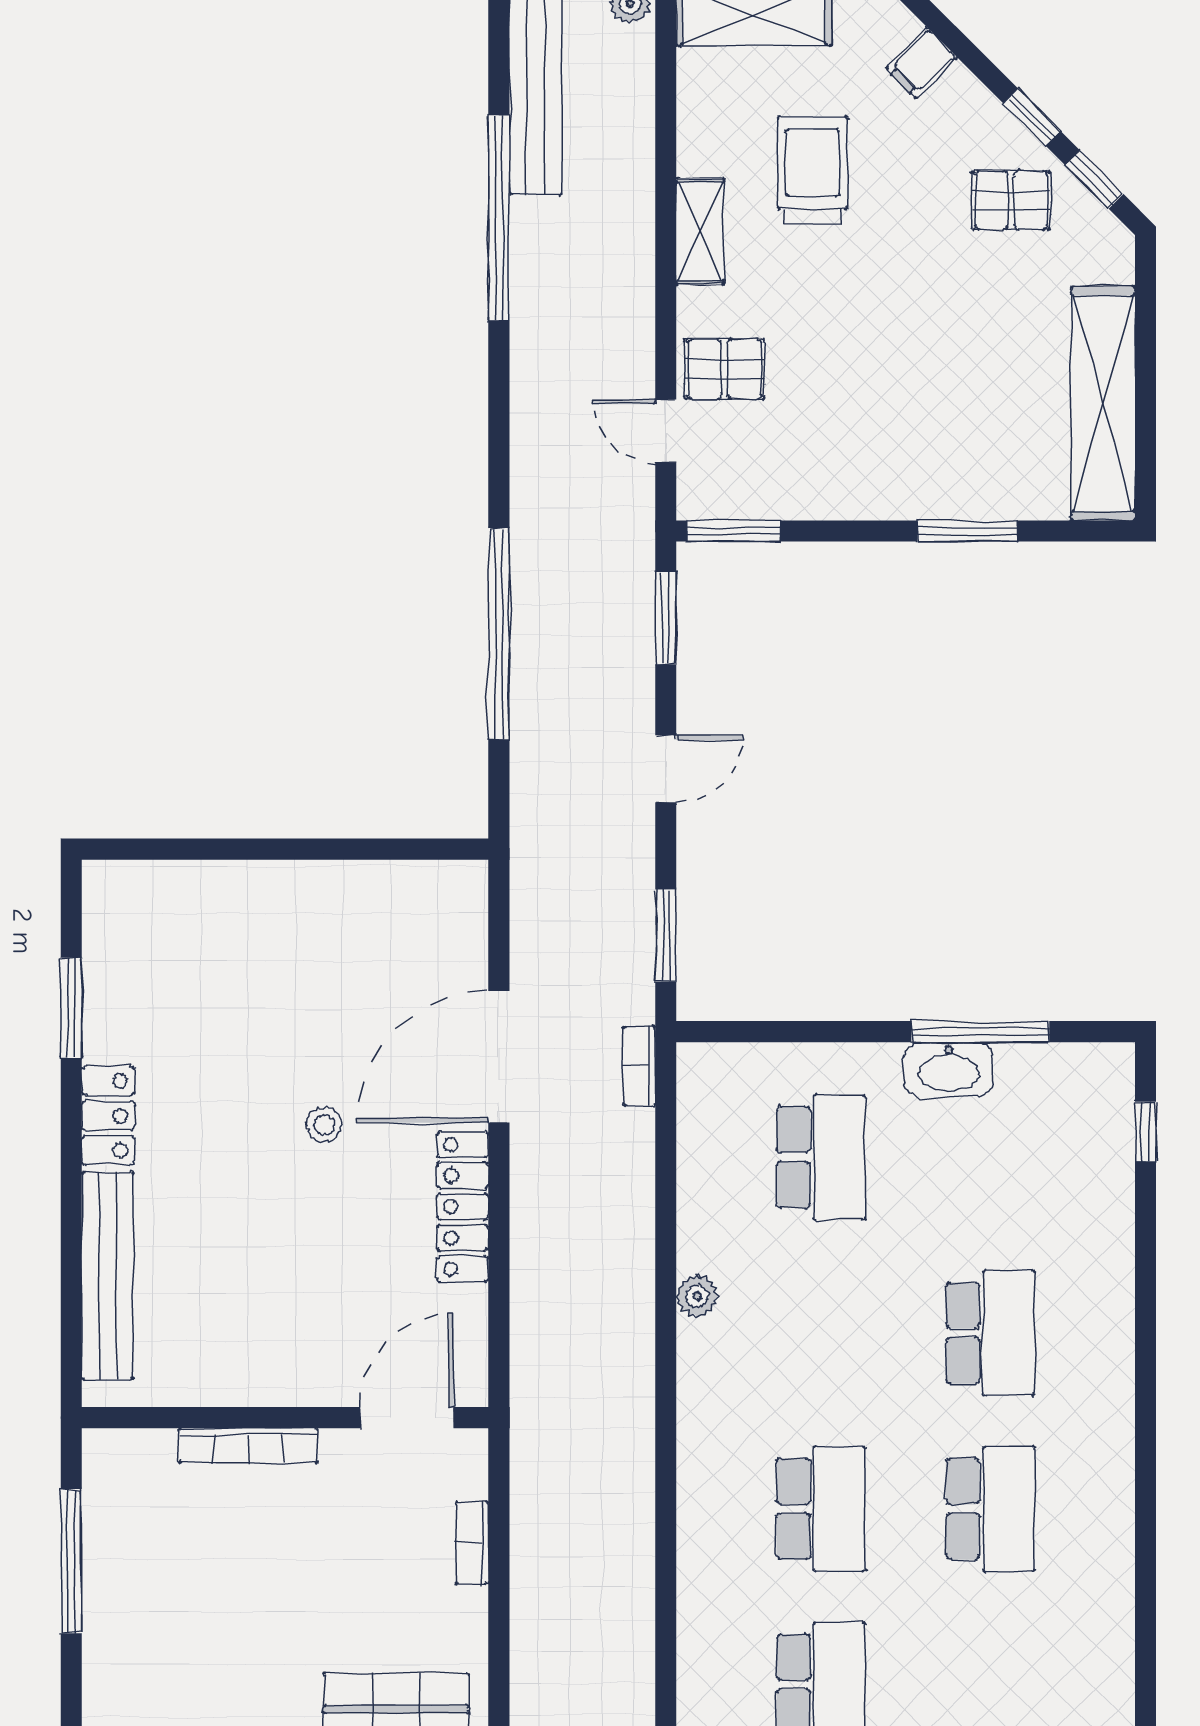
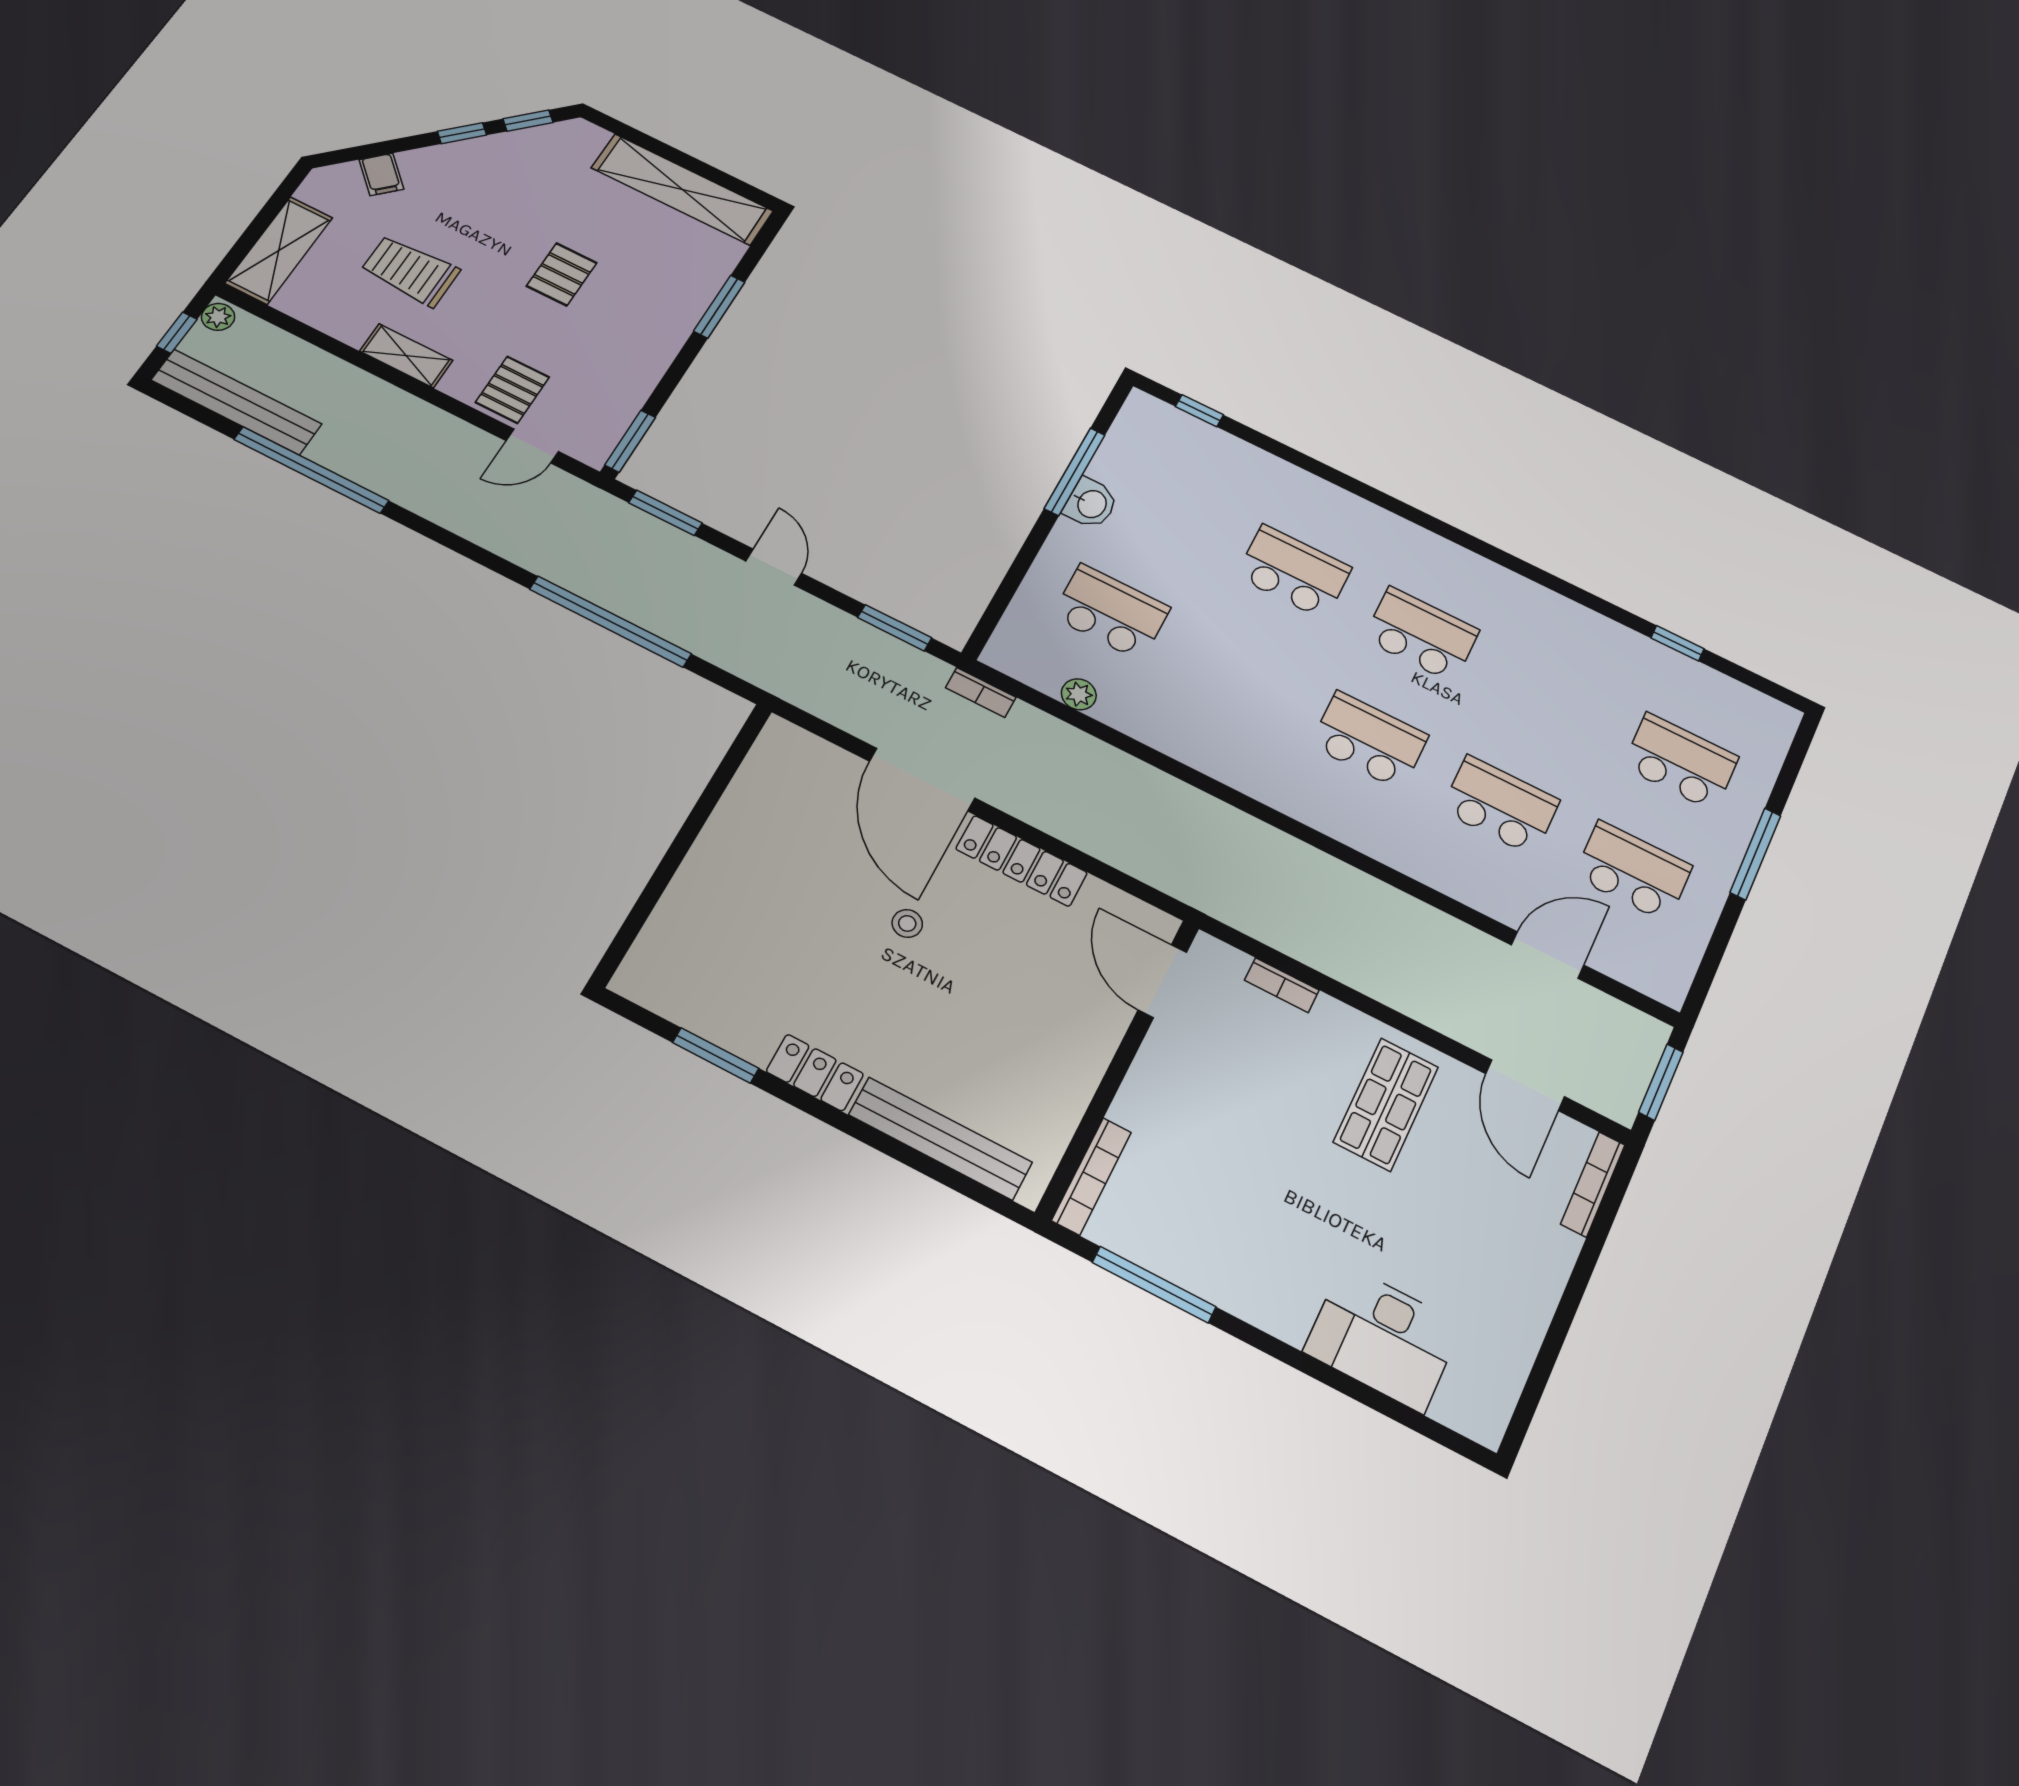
pallet: (1011, 200) -> (562, 274), moved
washbasin: (949, 1069) -> (1091, 504), width x0.72
plant: (697, 1296) -> (1079, 694), moved
bookcase: (248, 1446) -> (1092, 1176), moved

